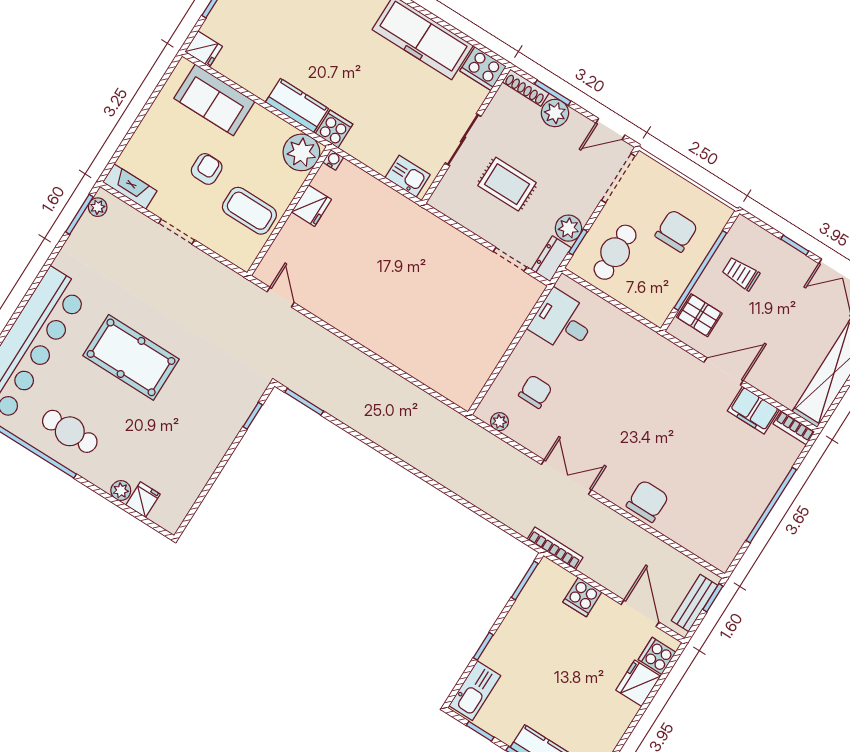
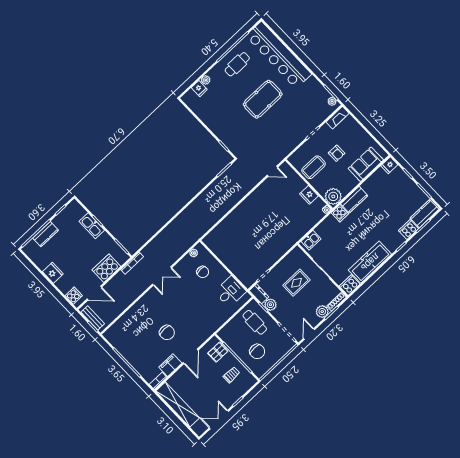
chair: (647, 501) -> (167, 333), moved
cooker: (582, 597) -> (106, 268), width x1.87, depth x1.31
fridge: (638, 683) -> (53, 273), moved
kitchen sink: (475, 691) -> (92, 226), moved

